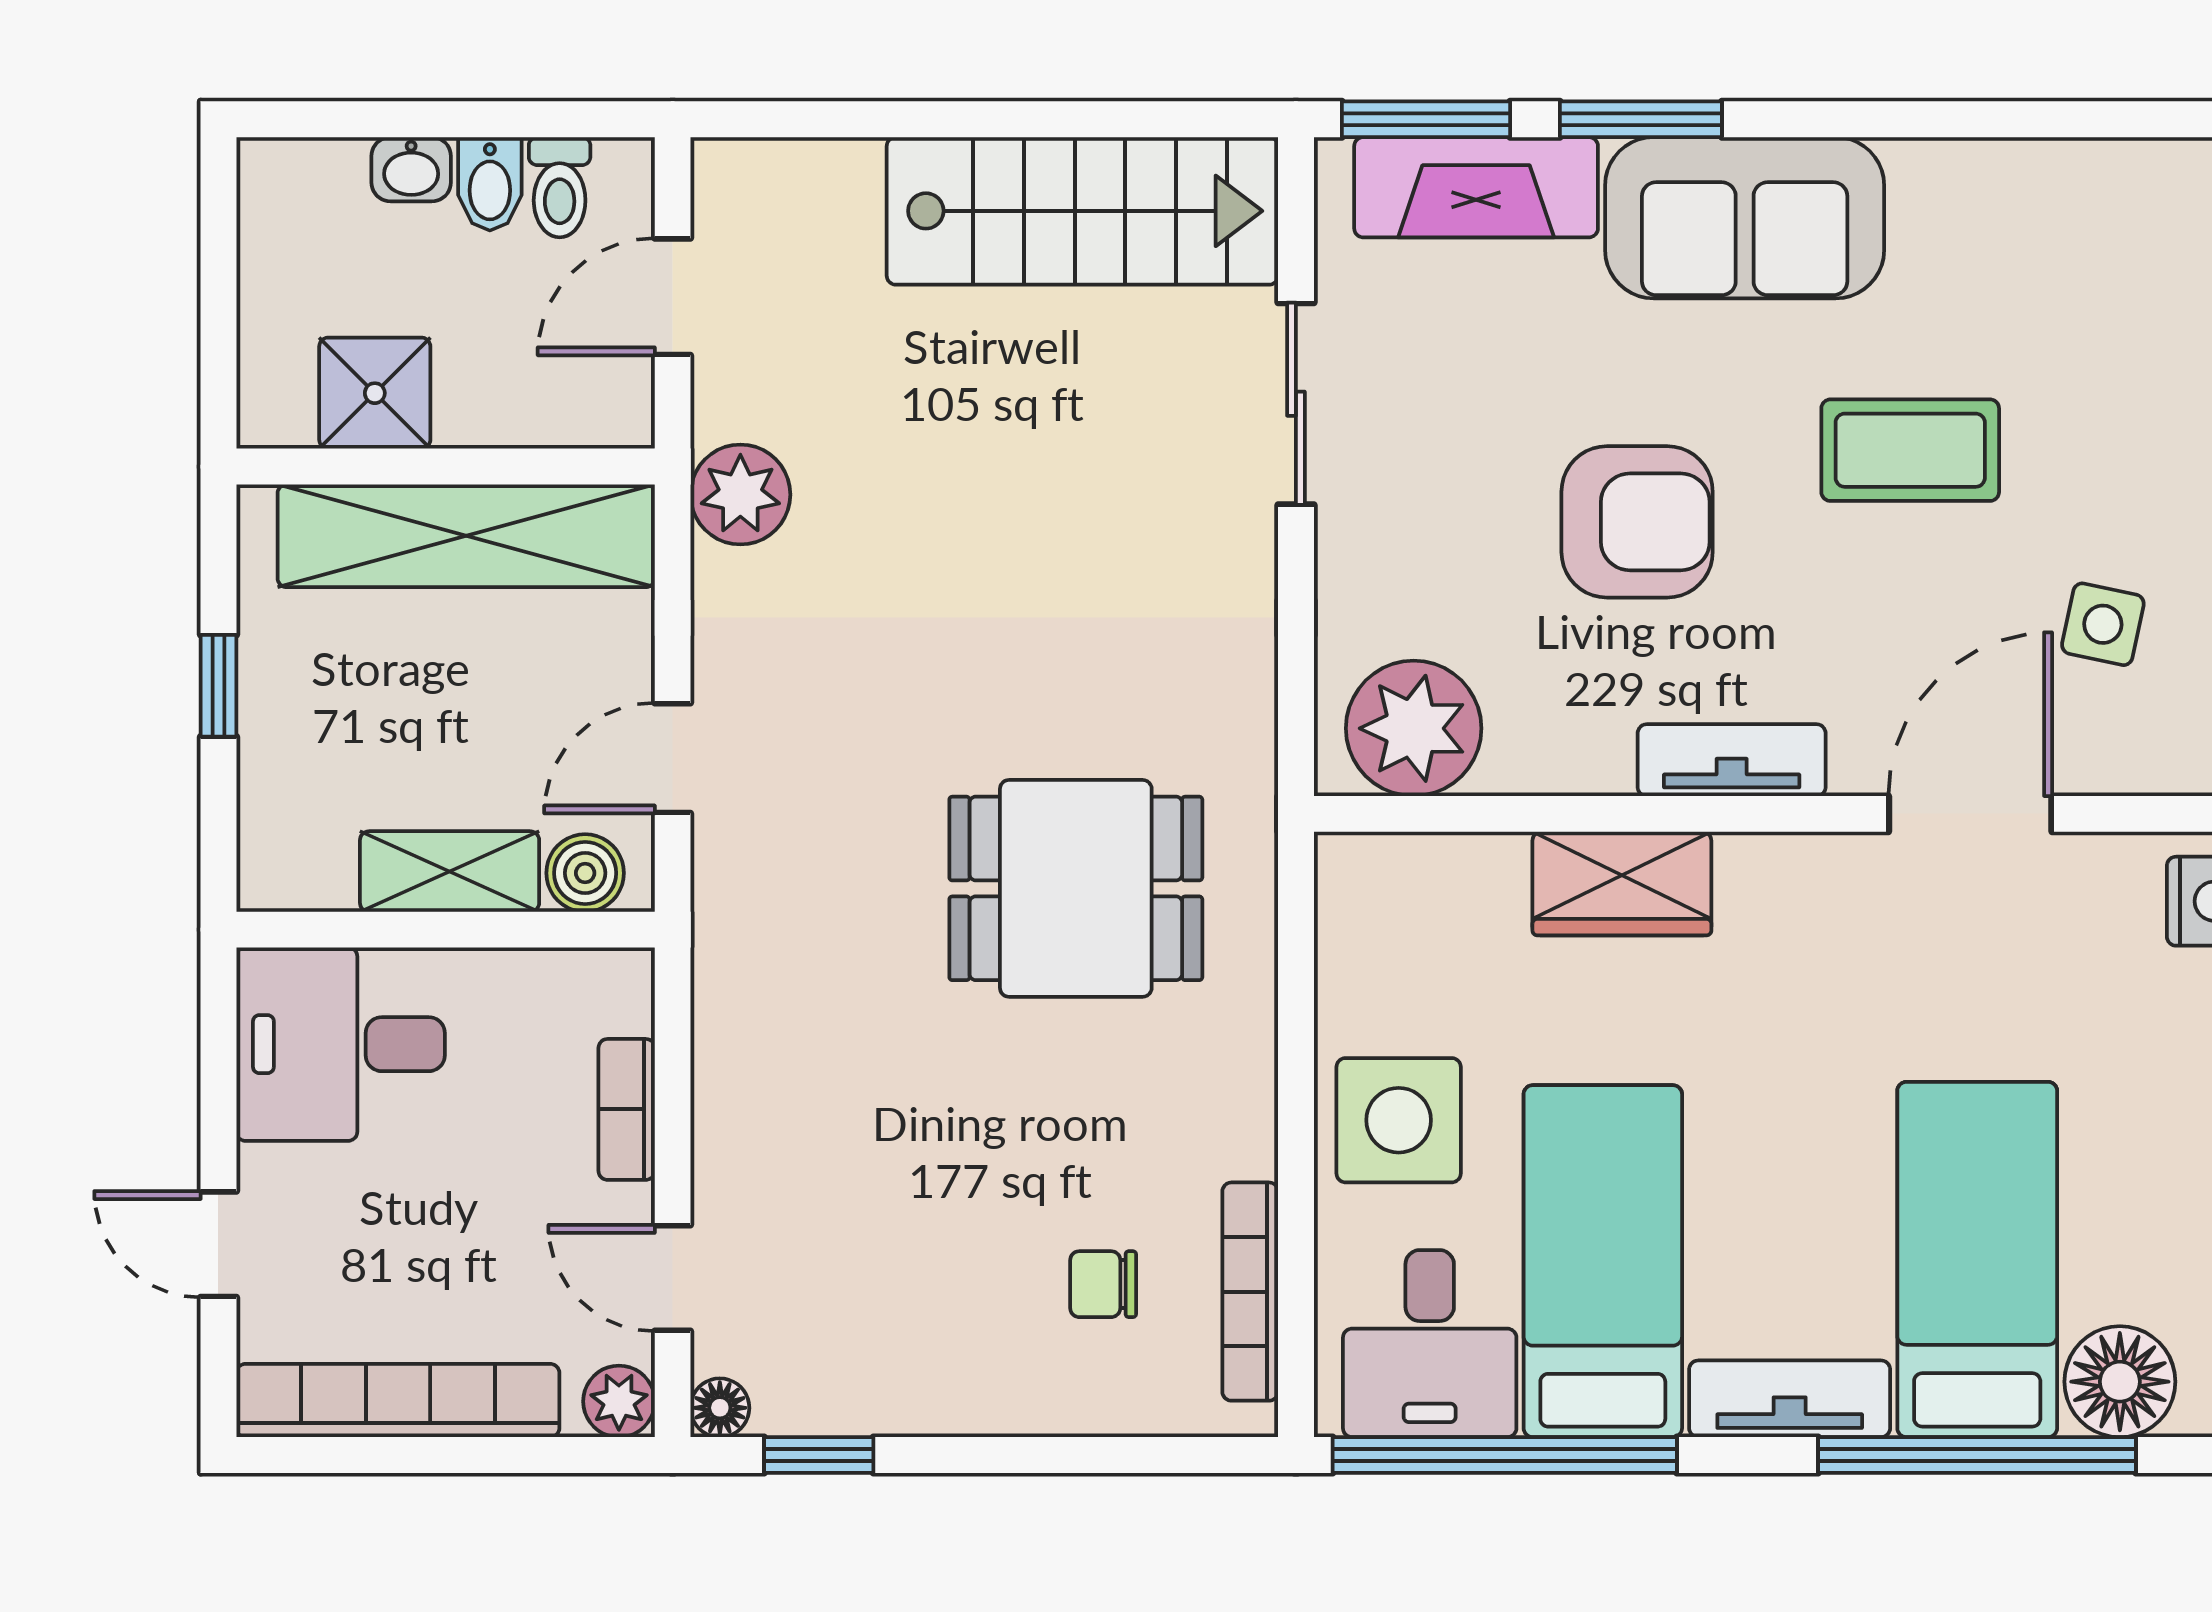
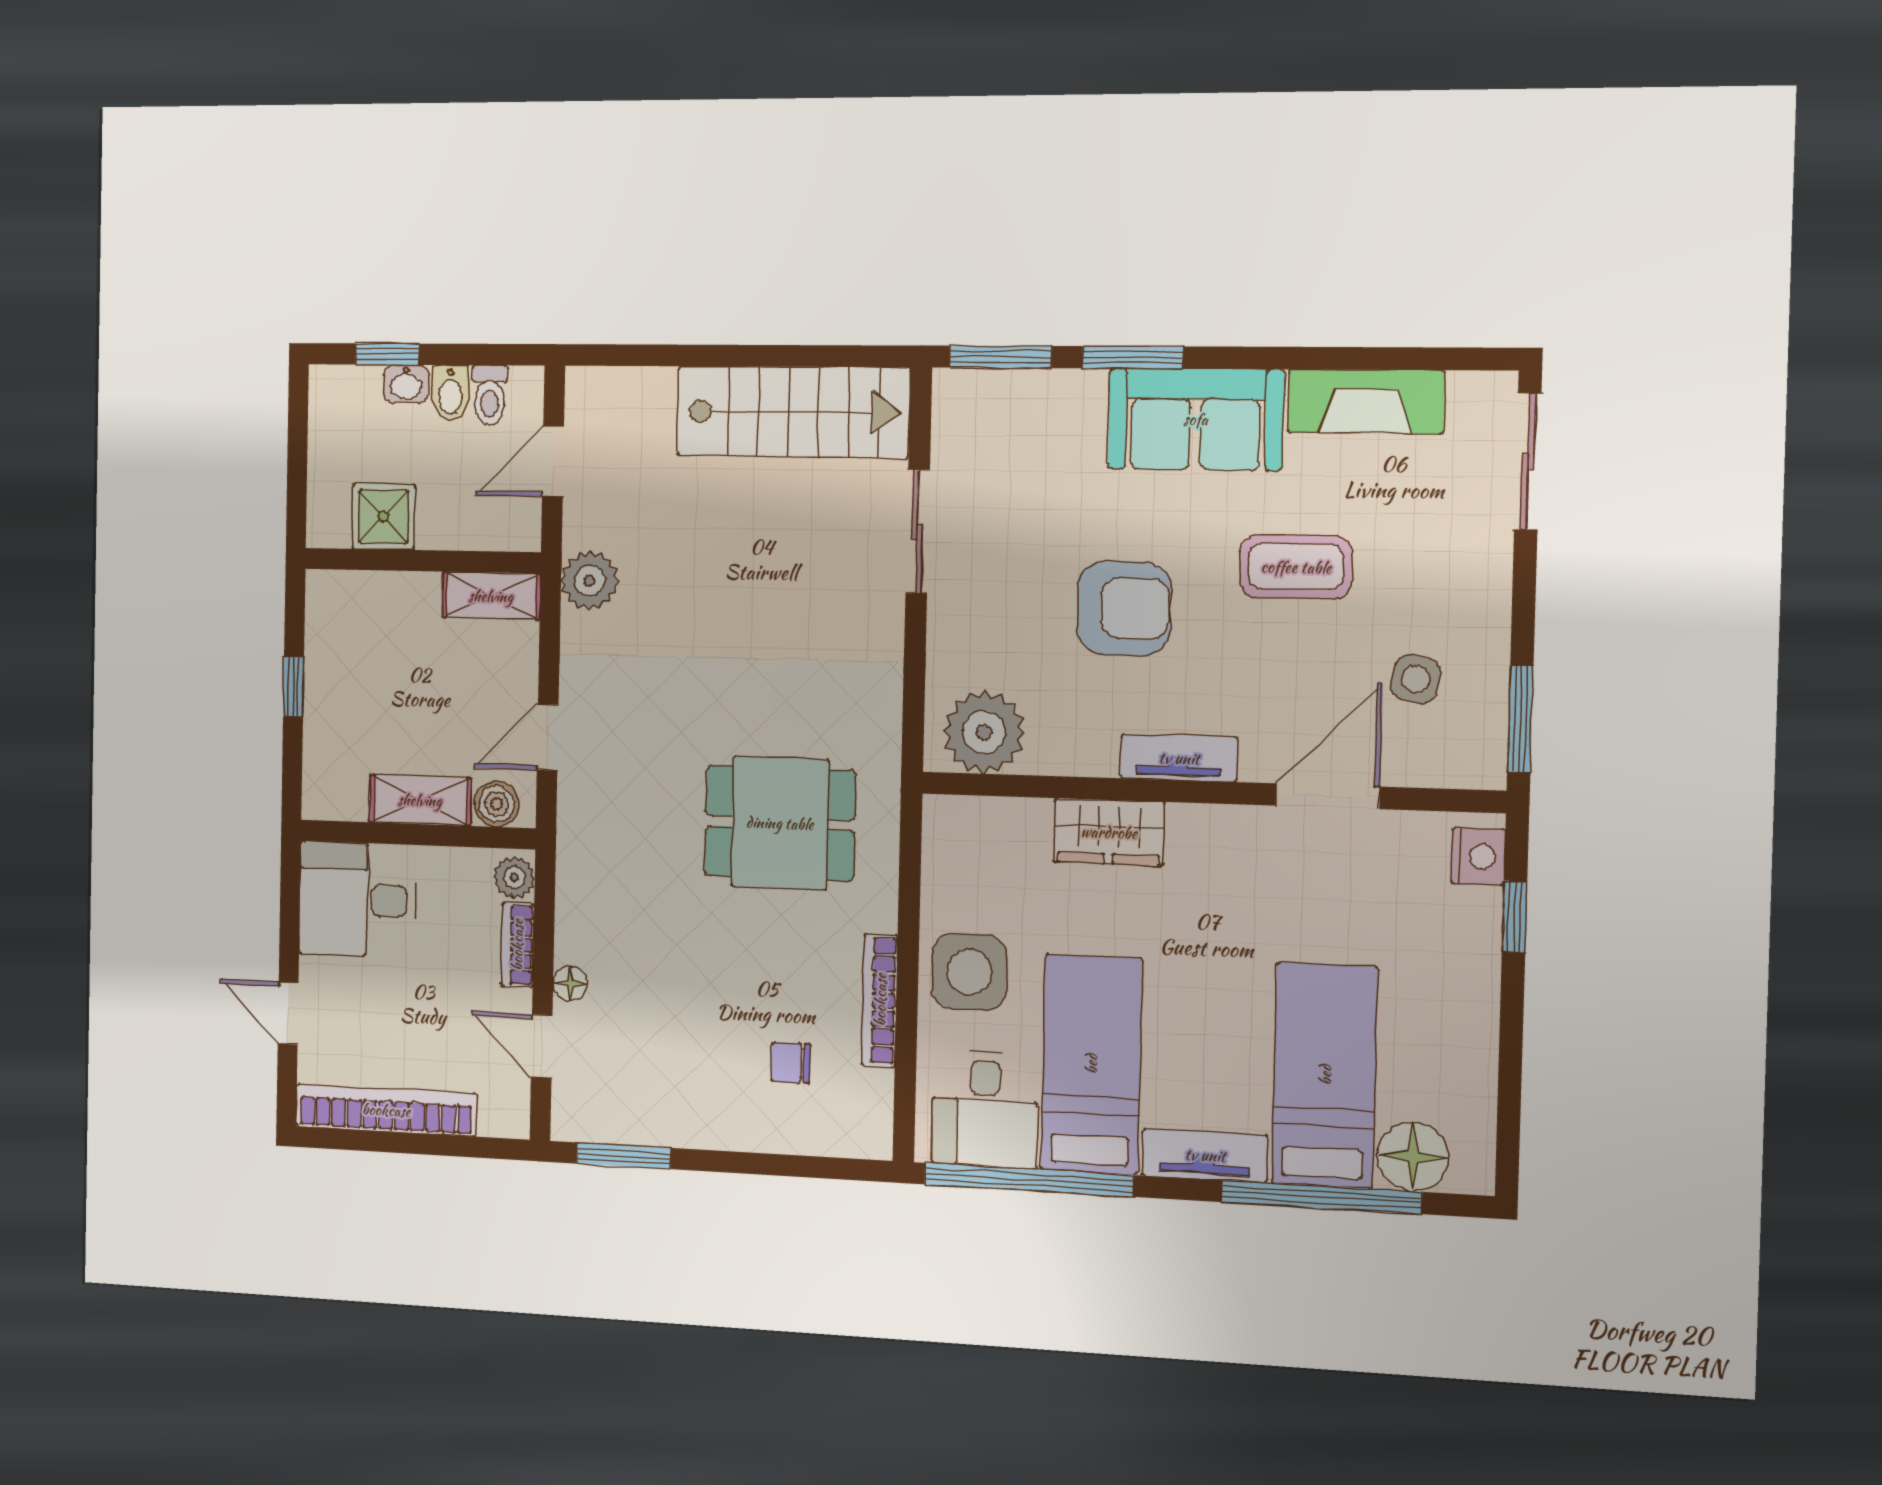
window: (376, 119) -> (387, 354), added
fireplace: (1476, 187) -> (1366, 402), moved
shelving: (466, 536) -> (491, 596), width x0.45, depth x0.75
bookcase: (1250, 1292) -> (880, 1000), moved
plant: (619, 1401) -> (514, 878), moved
floor lamp: (720, 1408) -> (570, 984), moved
window: (819, 1455) -> (623, 1156), width x1.50

